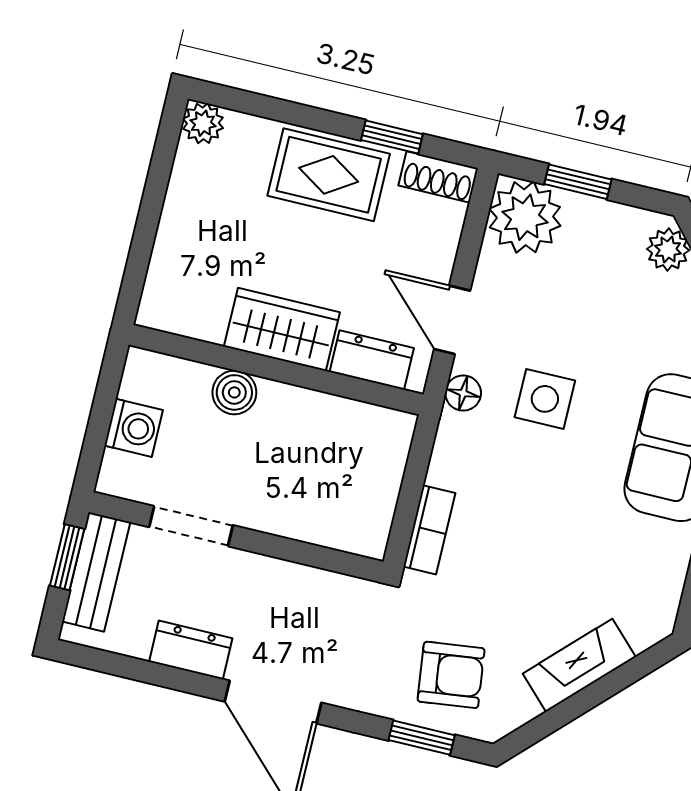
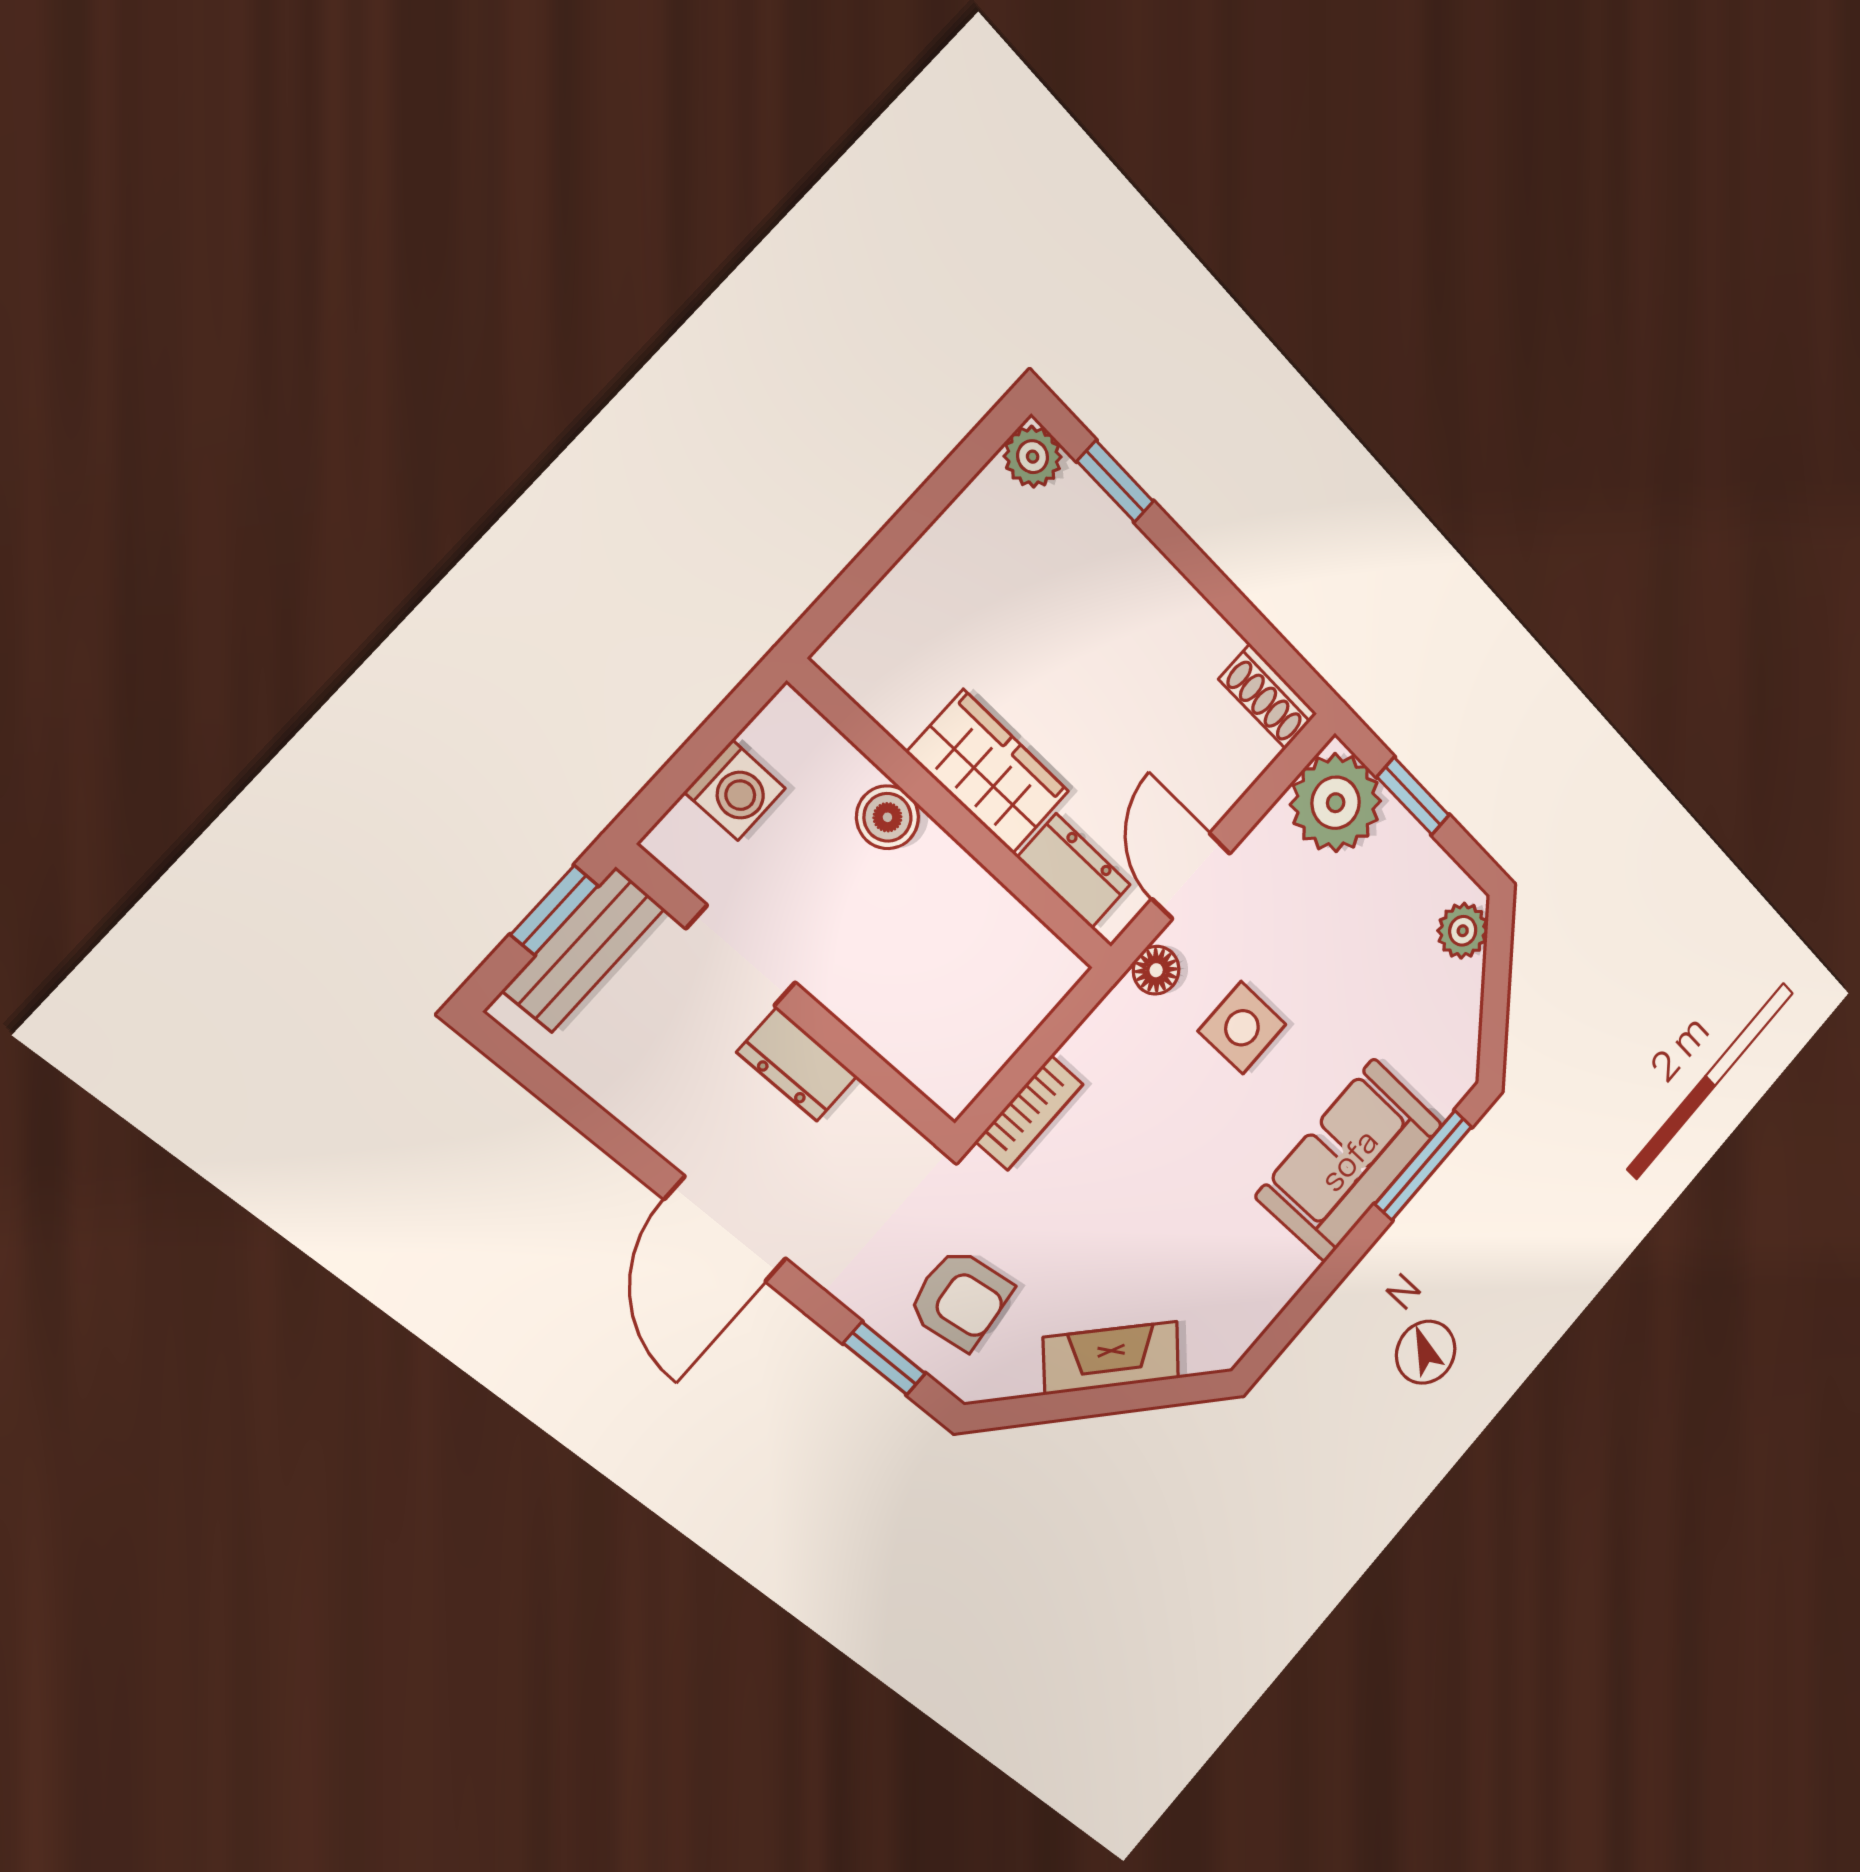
window: (392, 137) -> (1115, 481), moved
rug: (329, 175) -> (1146, 616), removed
dresser: (191, 650) -> (797, 1064), moved, turned 180

